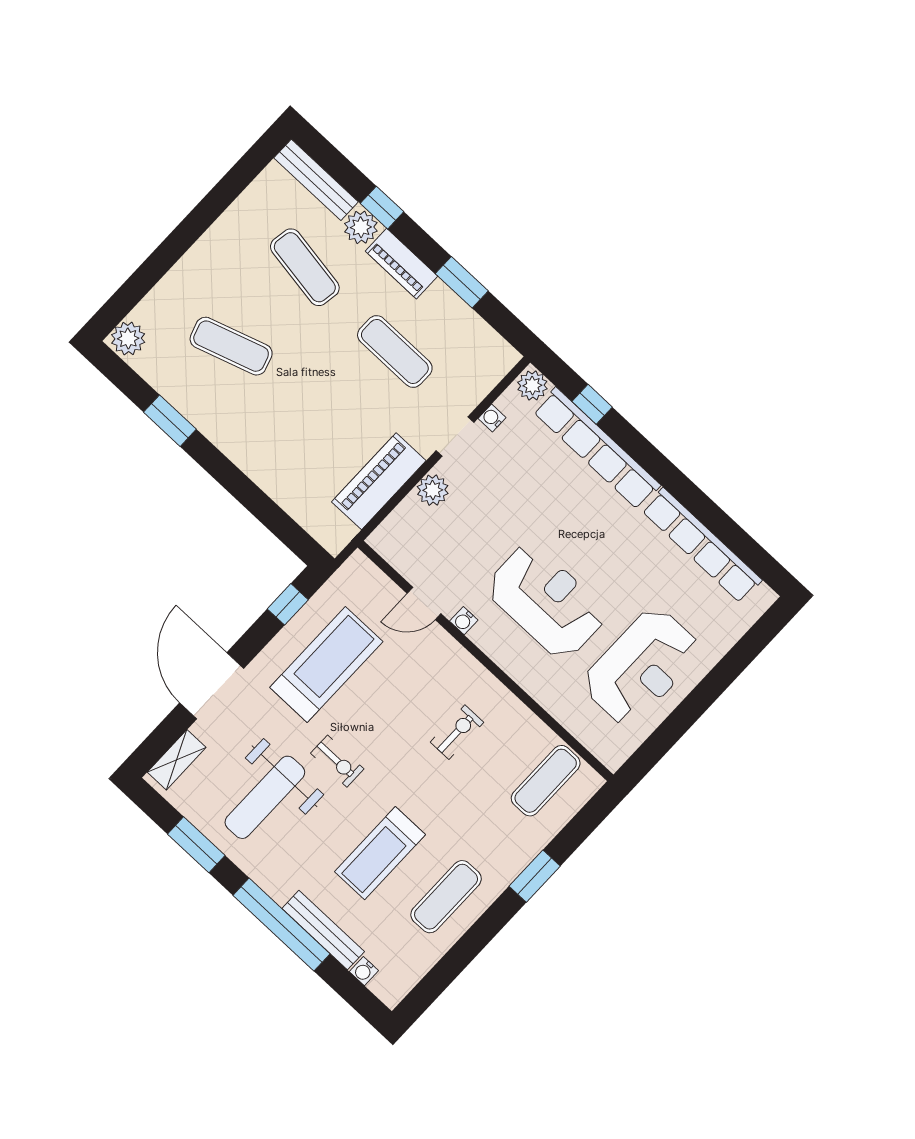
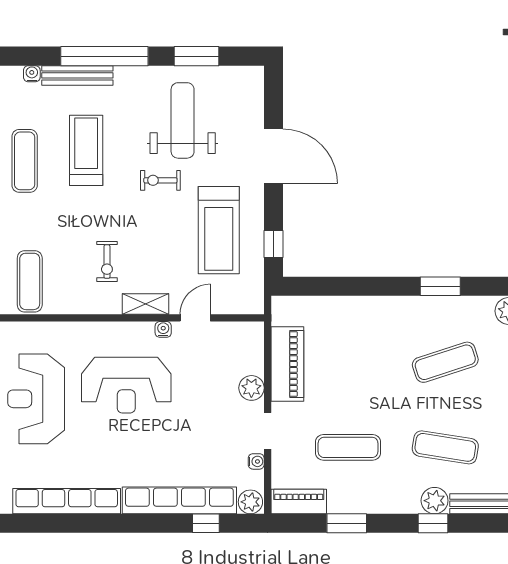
piano: (401, 264) -> (299, 502), moved
shelving: (177, 760) -> (145, 304), moved, turned 90

